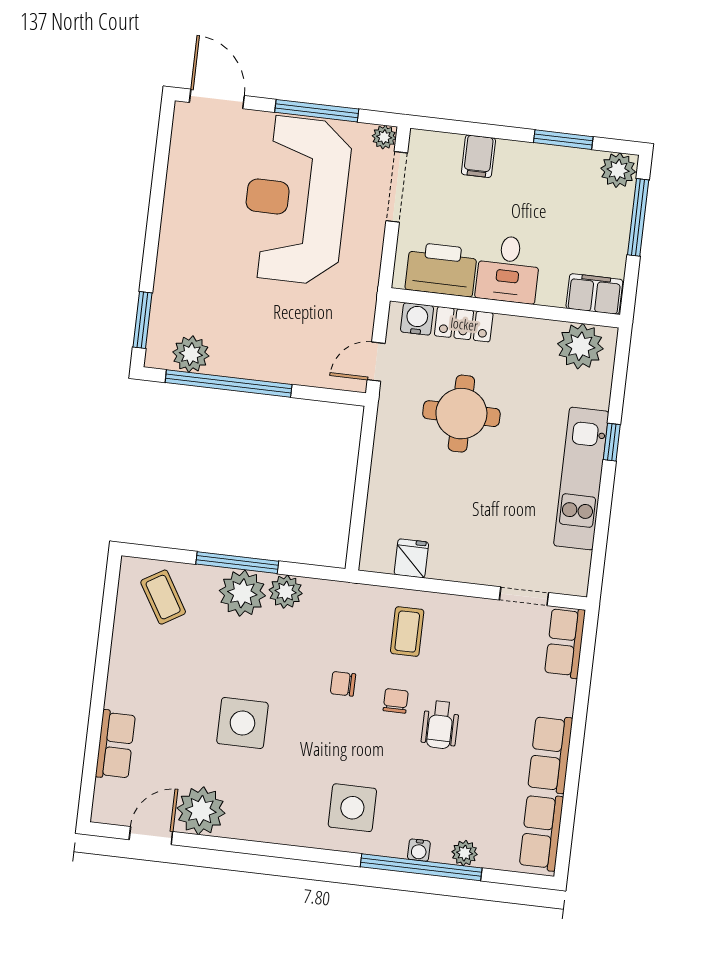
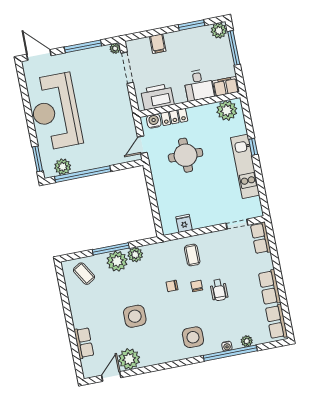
reception desk: (296, 200) -> (55, 112), moved
desk: (508, 269) -> (198, 85), moved

